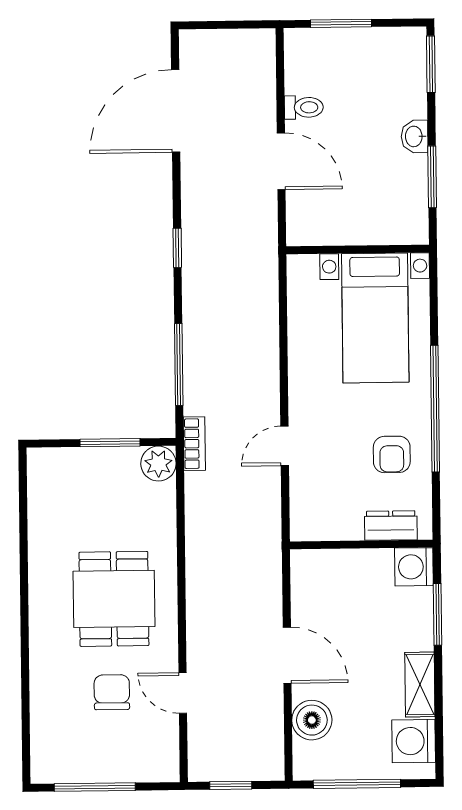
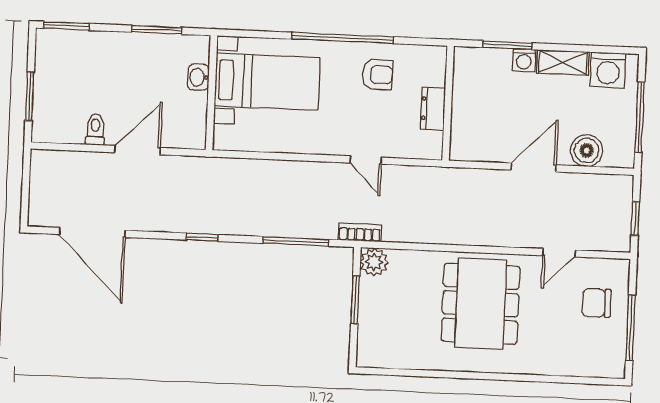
washbasin: (415, 136) -> (198, 77), moved, turned 90
dresser: (391, 525) -> (433, 109), moved
washing machine: (414, 567) -> (524, 60), moved, width x0.73, depth x0.73
dining table: (114, 599) -> (481, 304), width x1.38
chair: (112, 692) -> (596, 303), moved

